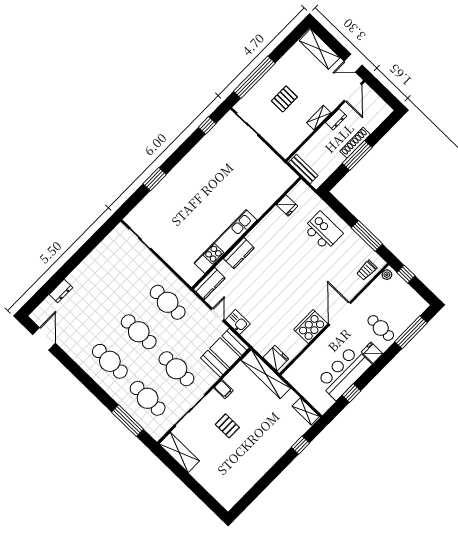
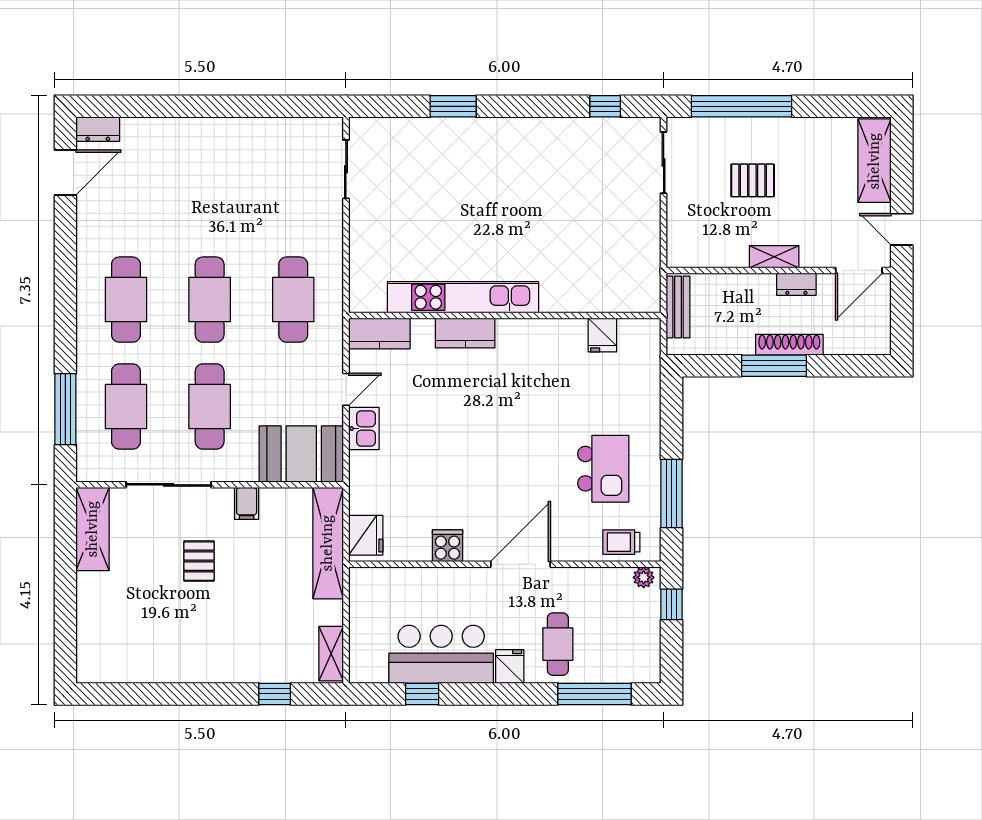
kitchen island: (323, 231) -> (603, 469), moved
dresser: (61, 291) -> (98, 129), moved
cooker: (311, 327) -> (447, 546), width x0.53, depth x0.76

